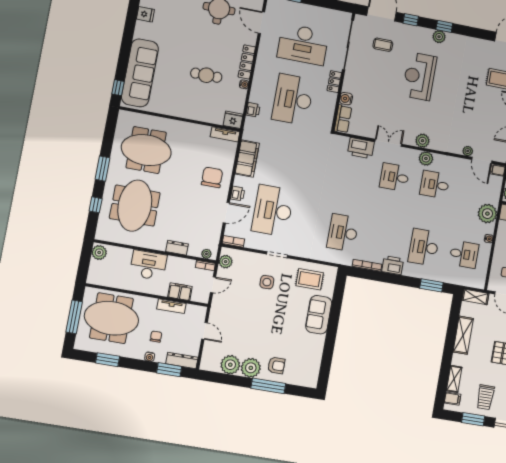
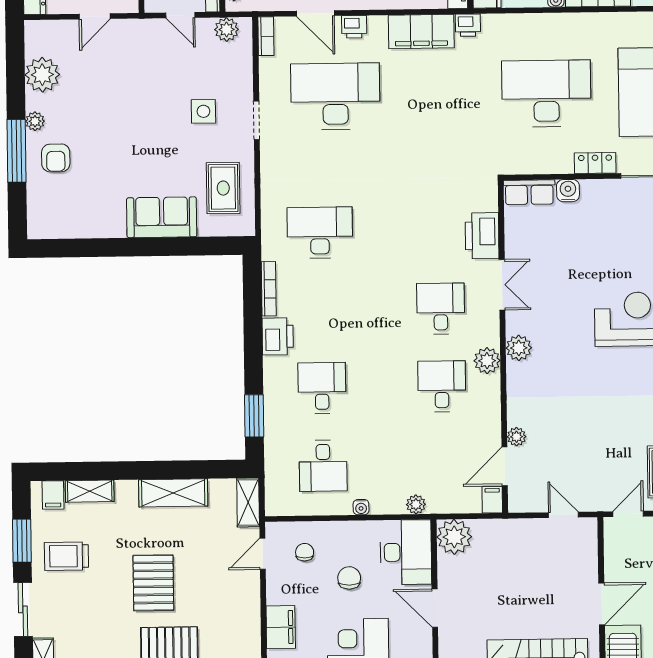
printer: (253, 110) -> (468, 25), moved
plant: (487, 214) -> (416, 504), width x0.53, depth x0.53
desk: (424, 247) -> (322, 388), width x0.73
plant: (251, 368) -> (35, 121), width x0.53, depth x0.53

